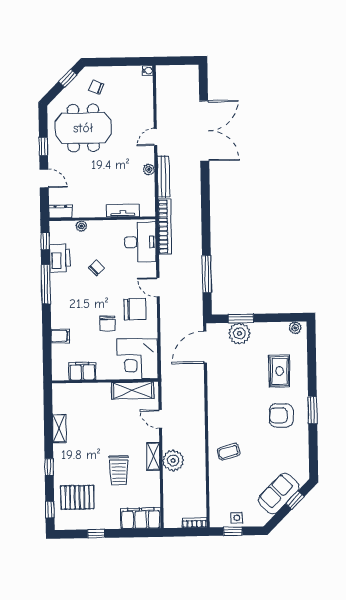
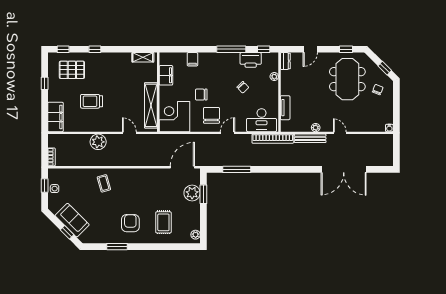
window: (43, 146) -> (346, 49), moved
chair: (135, 309) -> (211, 115), turned 180
door: (205, 347) -> (182, 167), hinge flipped
rug: (279, 371) -> (163, 222), turned 90
shelving: (133, 390) -> (151, 105), width x1.47
window: (313, 410) -> (117, 247), moved
door: (160, 419) -> (129, 133), hinge flipped
shelving: (59, 429) -> (143, 57), moved
shelving: (153, 456) -> (102, 127), removed
pallet: (77, 497) -> (72, 70), turned 90

